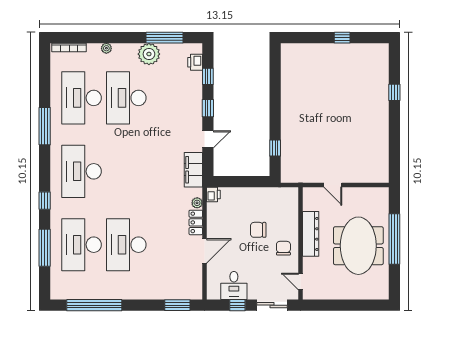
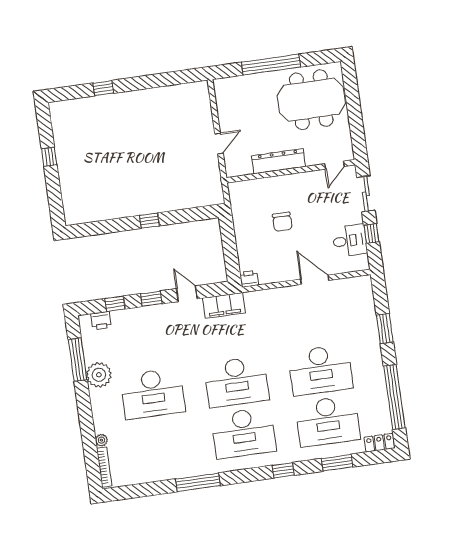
plant: (106, 48) -> (101, 440), moved
desk: (82, 98) -> (237, 382), moved
window: (275, 148) -> (149, 221), moved
plant: (197, 203) -> (261, 296), removed
locker: (196, 222) -> (379, 443), moved, turned 180
meeting table: (358, 246) -> (311, 100), moved
window: (45, 248) -> (337, 463), width x0.69
chair: (283, 248) -> (299, 190), removed
window: (177, 305) -> (385, 329), moved

